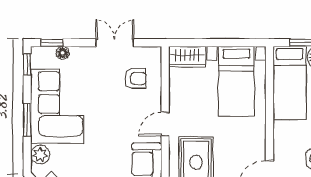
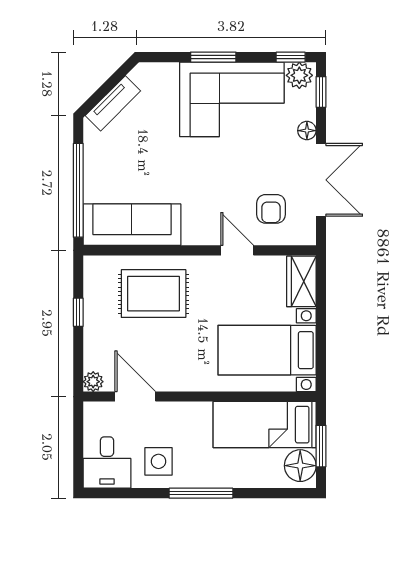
double door: (115, 43) -> (321, 180), width x1.37
floor lamp: (63, 53) -> (307, 131), moved
door: (165, 124) -> (237, 250), moved
plant: (40, 155) -> (299, 75), moved

